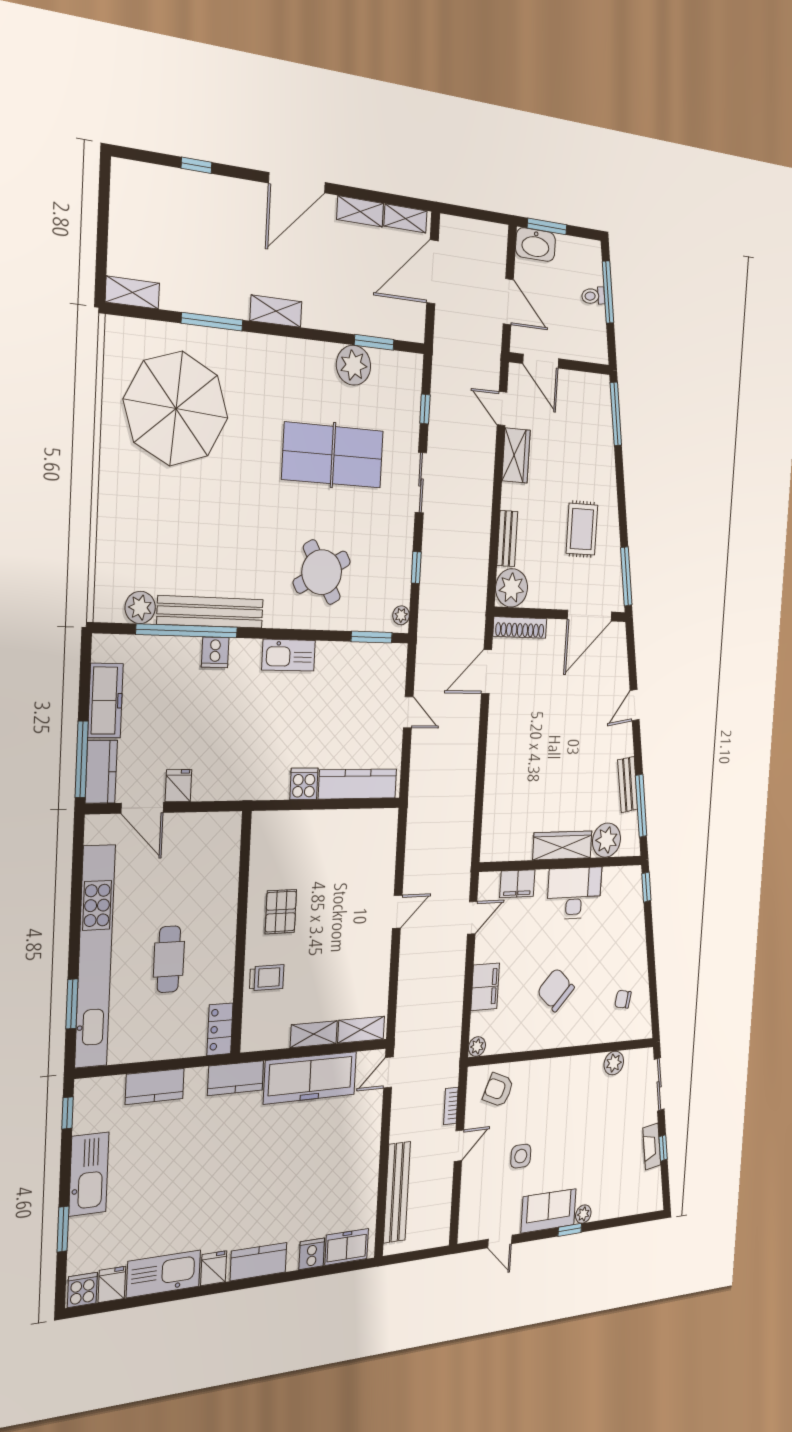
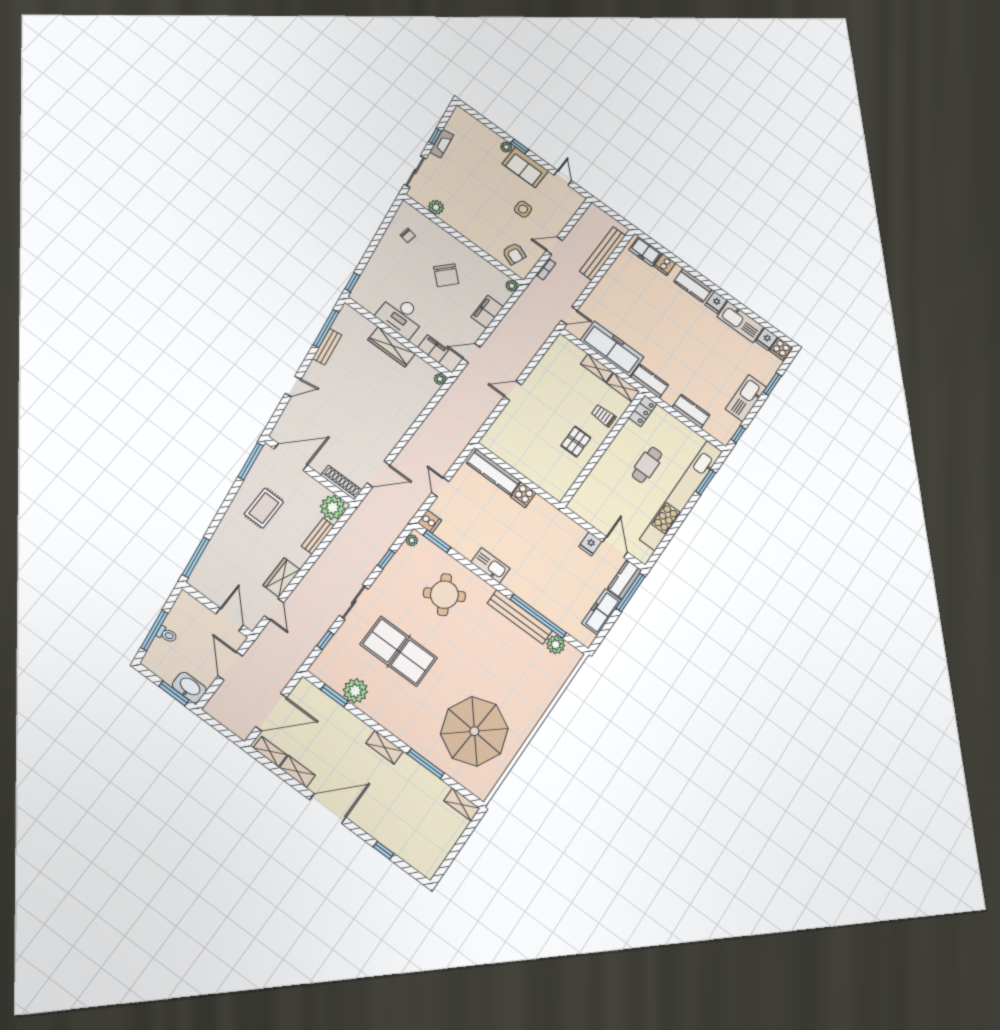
cooker: (215, 652) -> (430, 521), moved, turned 90
plant: (607, 840) -> (440, 379), moved, width x0.53, depth x0.53
shelving: (361, 1030) -> (623, 387), moved

